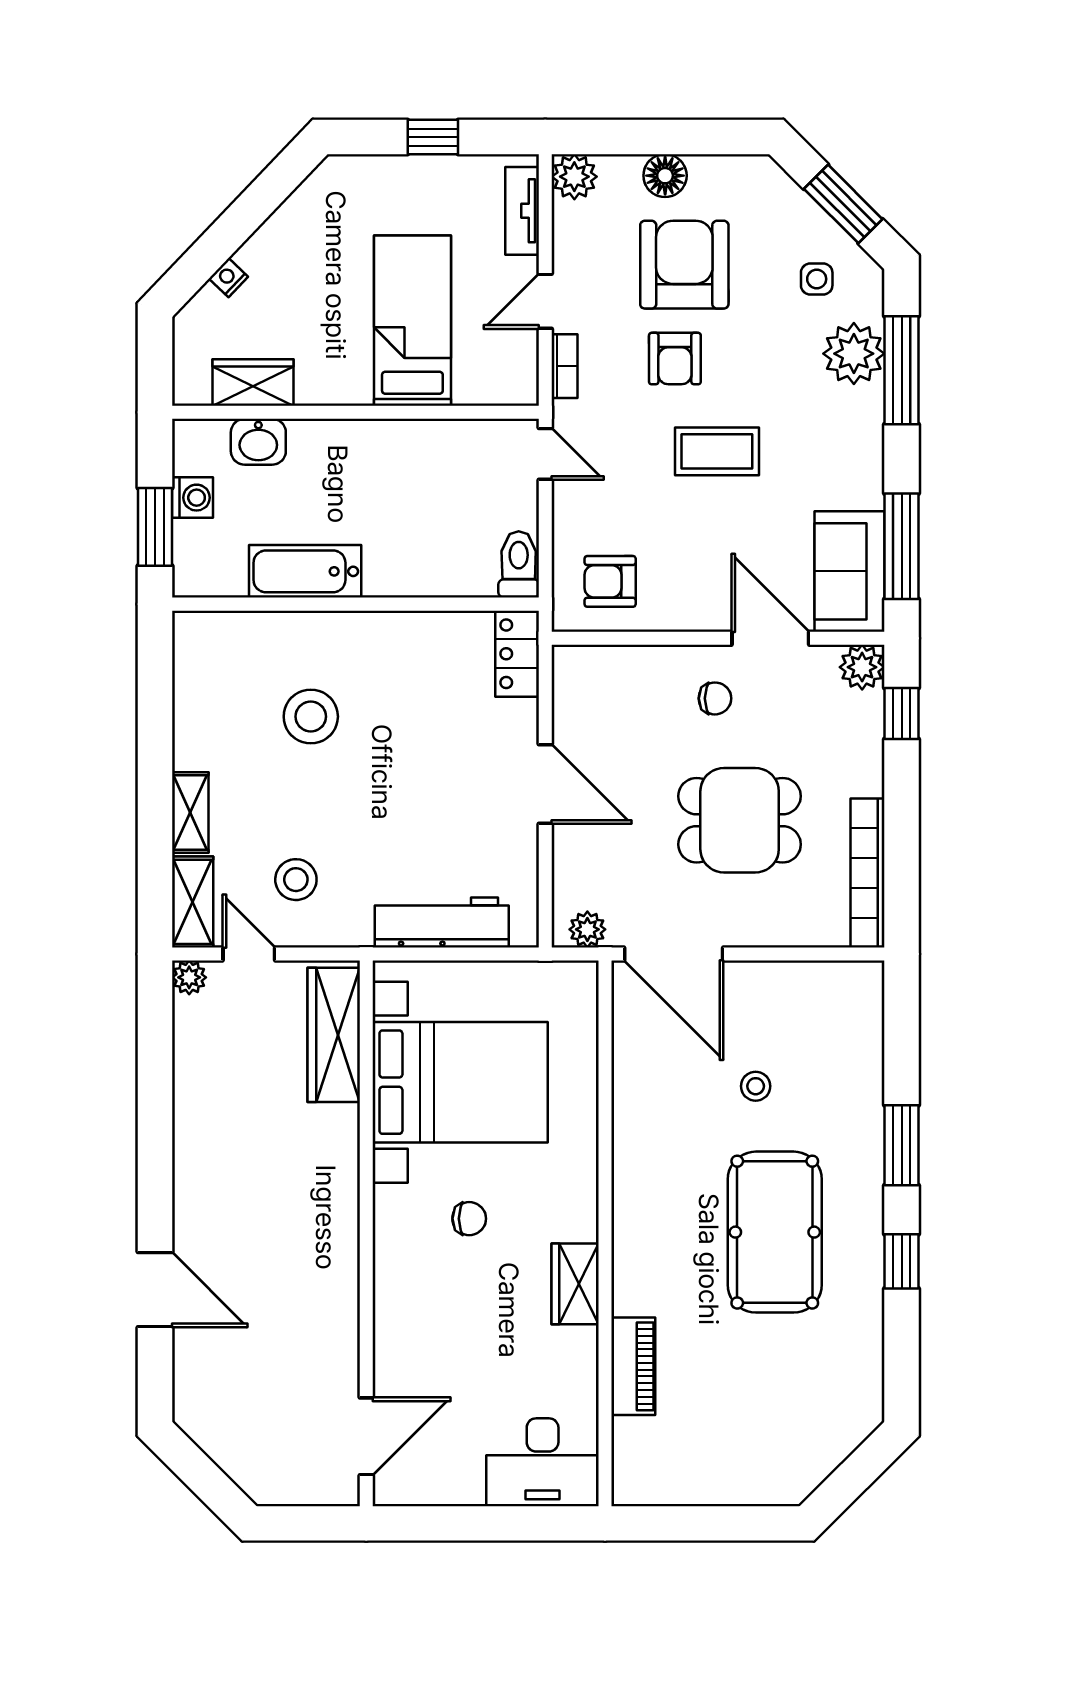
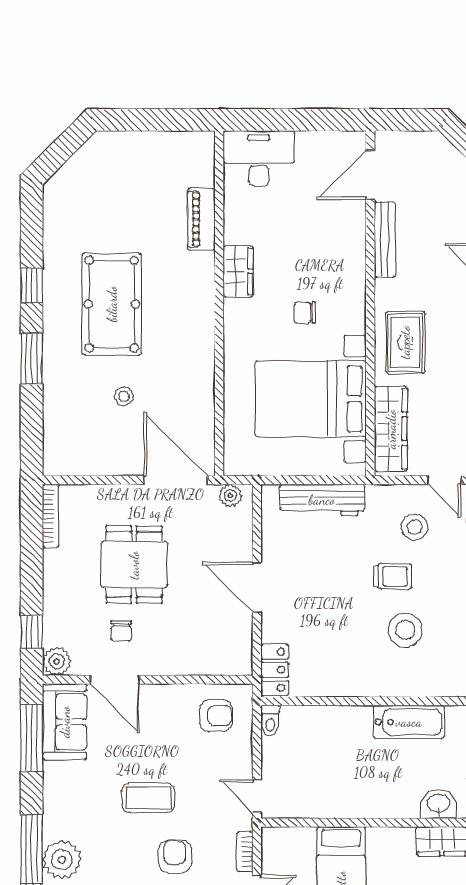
toilet: (519, 564) -> (270, 720), width x0.73, depth x0.72
chair: (715, 698) -> (121, 631), moved, turned -90
trolley: (331, 802) -> (392, 576), added
dining table: (740, 820) -> (134, 565), turned 90
bookcase: (868, 873) -> (51, 516), width x0.68, depth x0.76
rug: (311, 1171) -> (405, 342), added
bench: (343, 1334) -> (385, 240), added

